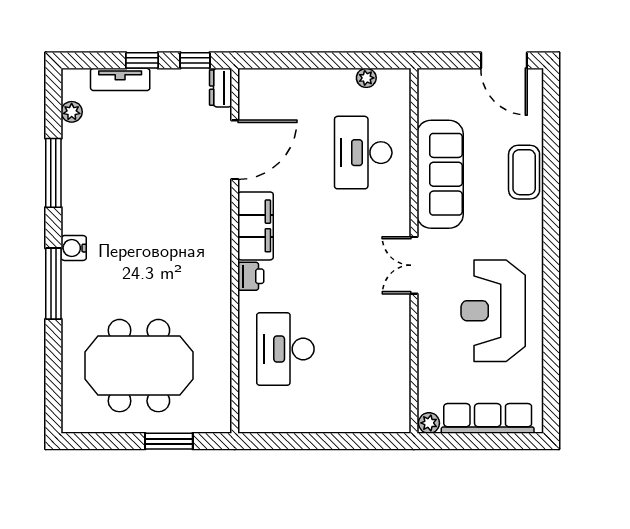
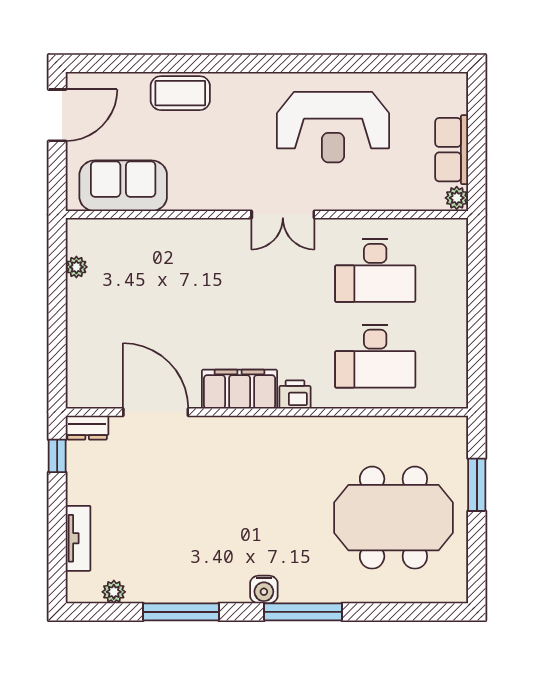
window: (142, 60) -> (57, 514), removed
desk: (363, 153) -> (375, 270), moved
sofa: (440, 174) -> (123, 186), moved, width x0.73
meeting table: (139, 366) -> (393, 518), turned 90
row of seats: (488, 418) -> (452, 150), width x0.68

